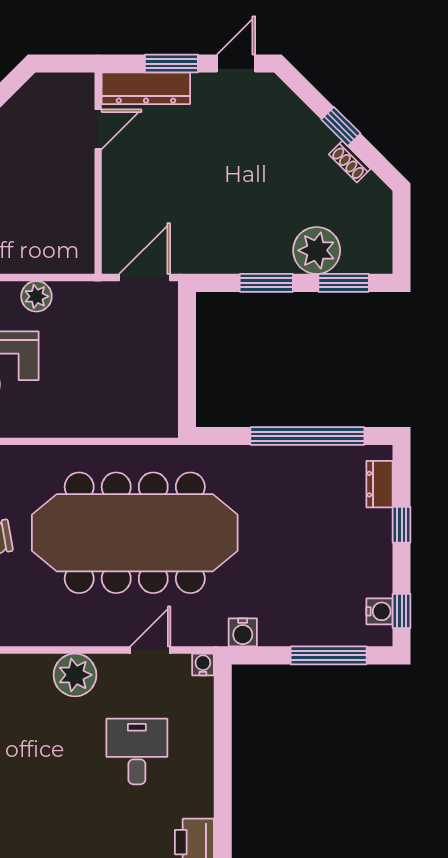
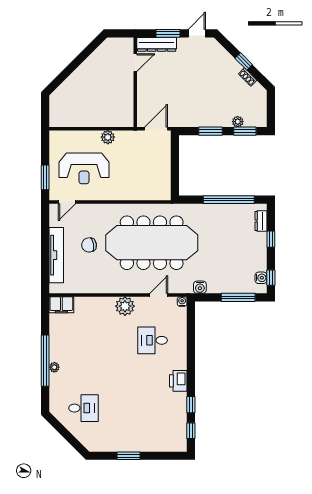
plant: (317, 250) -> (238, 122), width x0.53, depth x0.53
desk: (137, 752) -> (153, 340), turned -90

